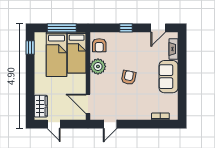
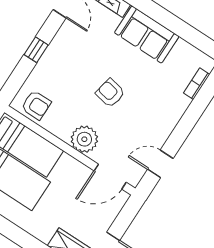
plant: (98, 66) -> (84, 139), moved
door: (110, 124) -> (160, 164), swing flipped

